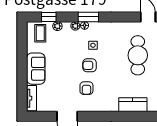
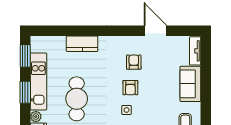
armchair: (90, 65) -> (130, 88), turned 90

